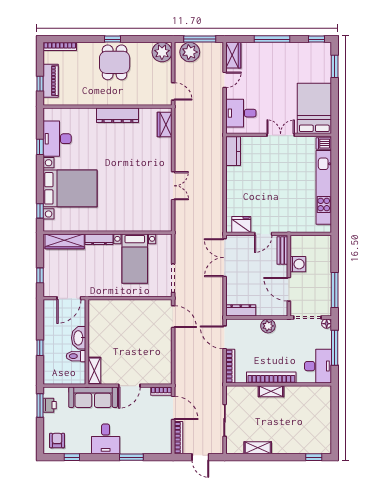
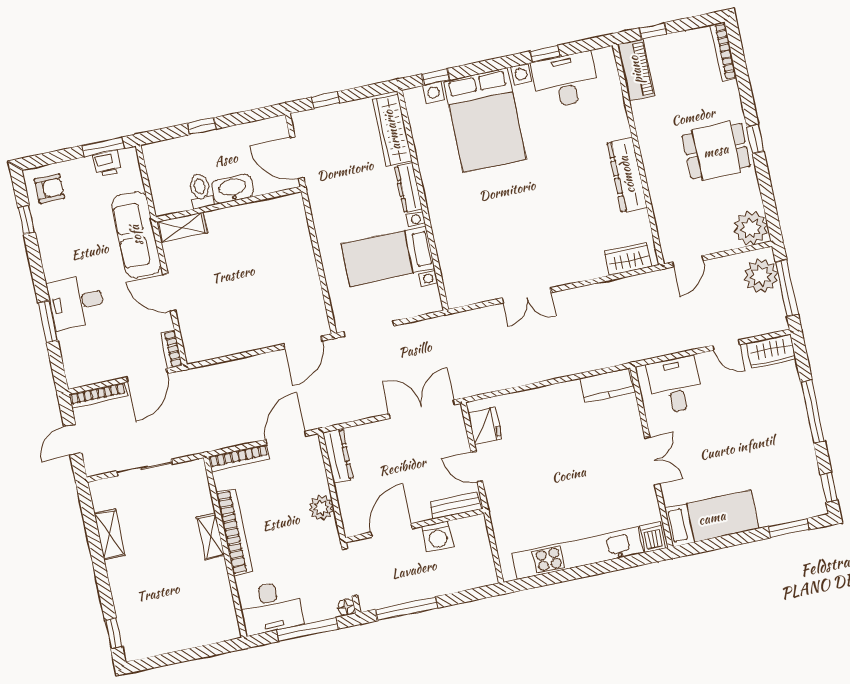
piano: (51, 81) -> (636, 70), moved, turned -90
bed: (314, 108) -> (712, 518), width x0.67
desk: (106, 439) -> (76, 302), moved

